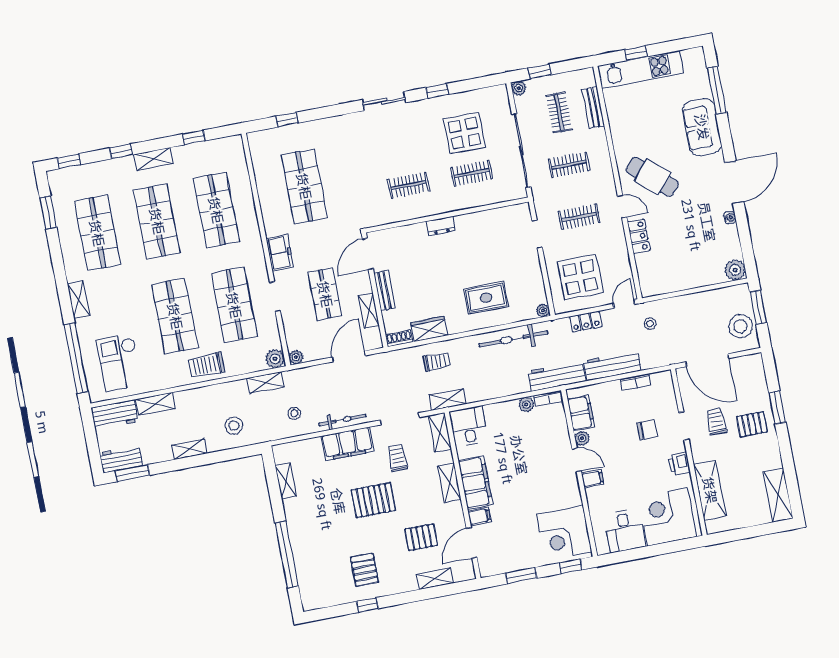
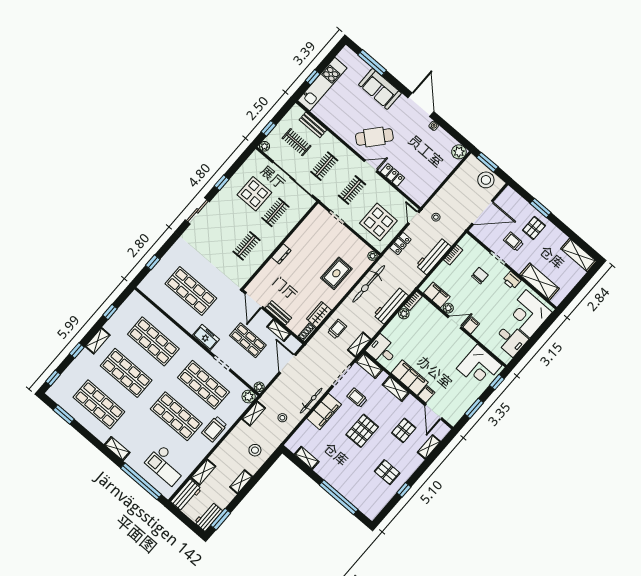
workbench: (557, 376) -> (391, 305), moved

